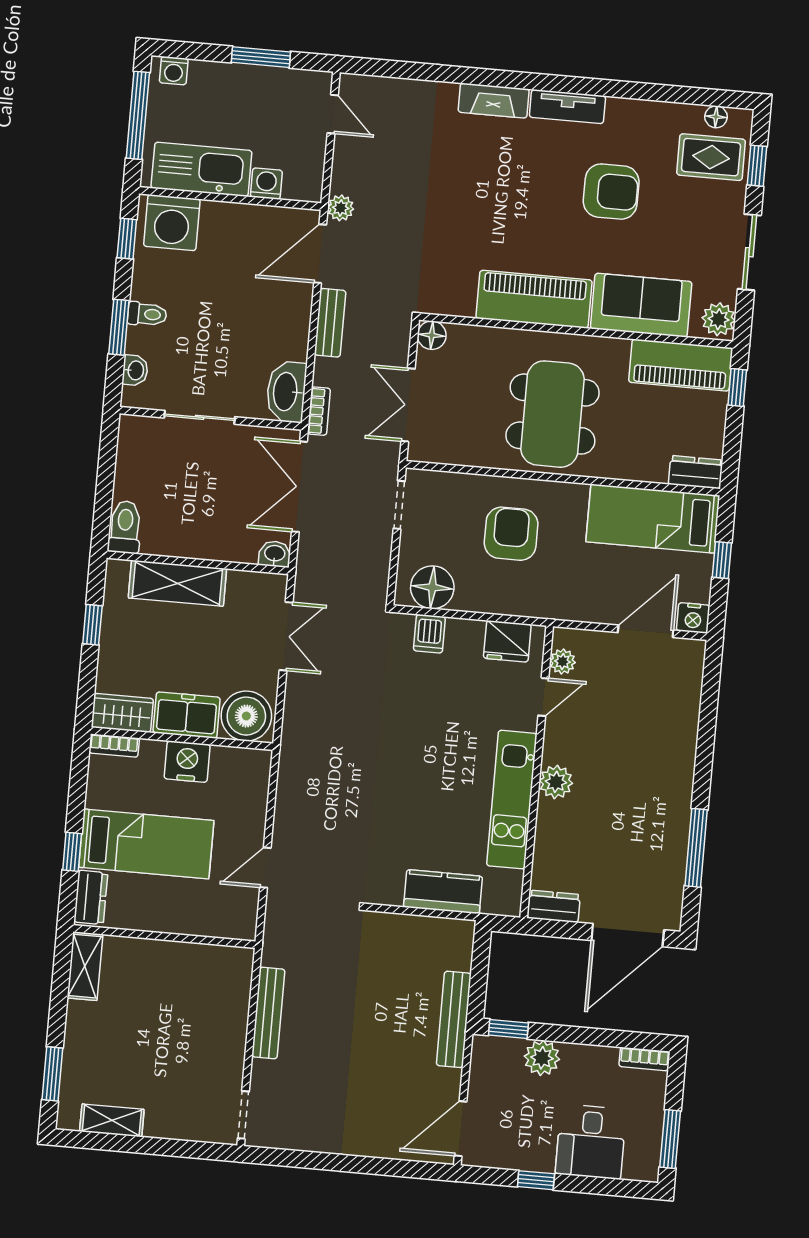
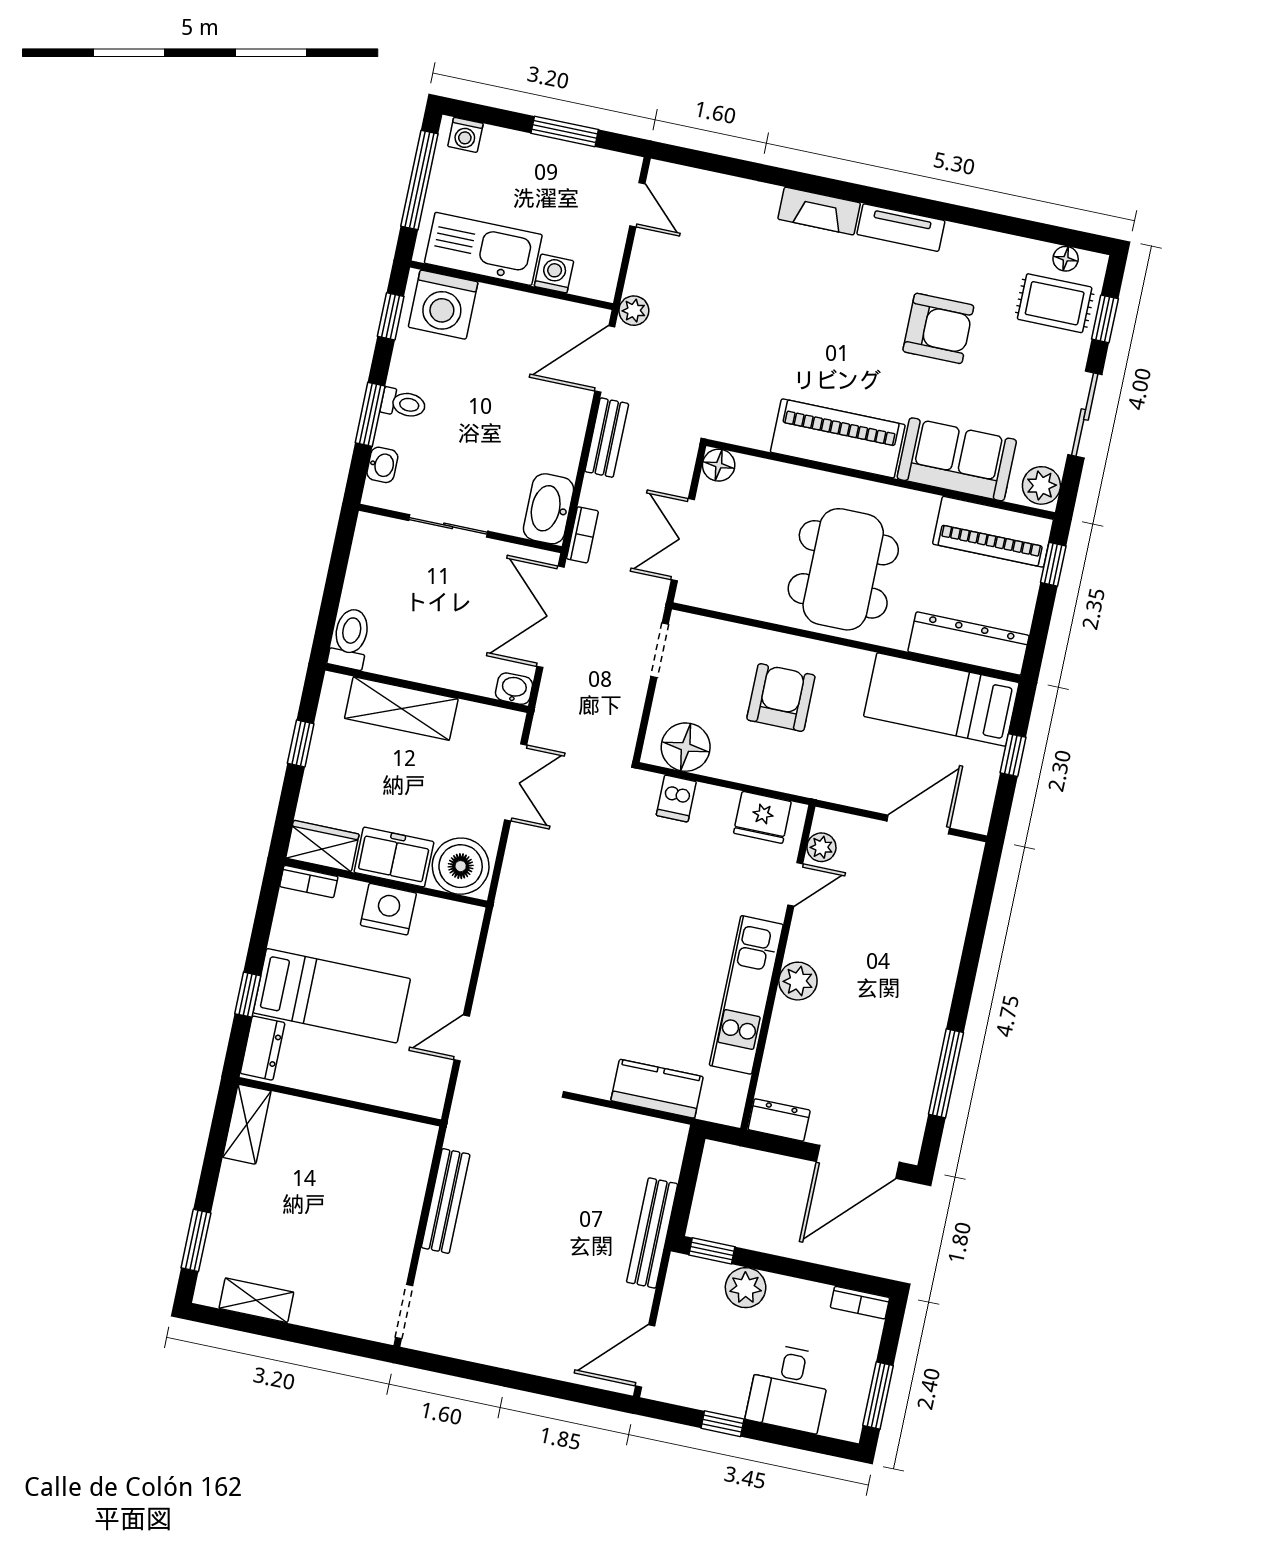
dresser: (696, 472) -> (968, 644), width x1.96, depth x1.24
nightstand: (693, 618) -> (973, 816), removed

